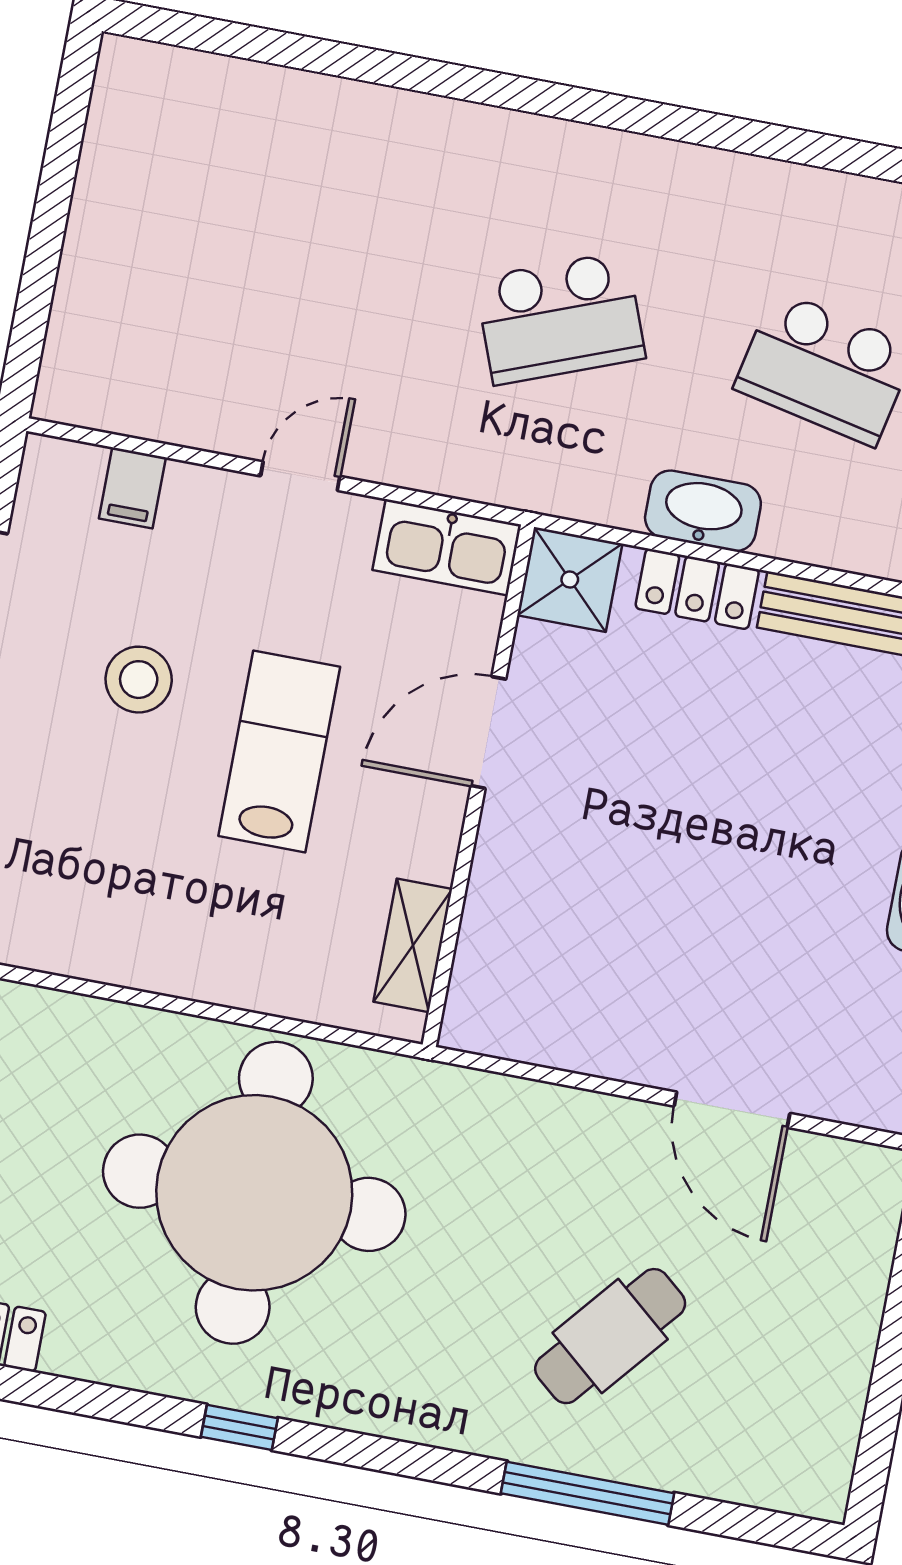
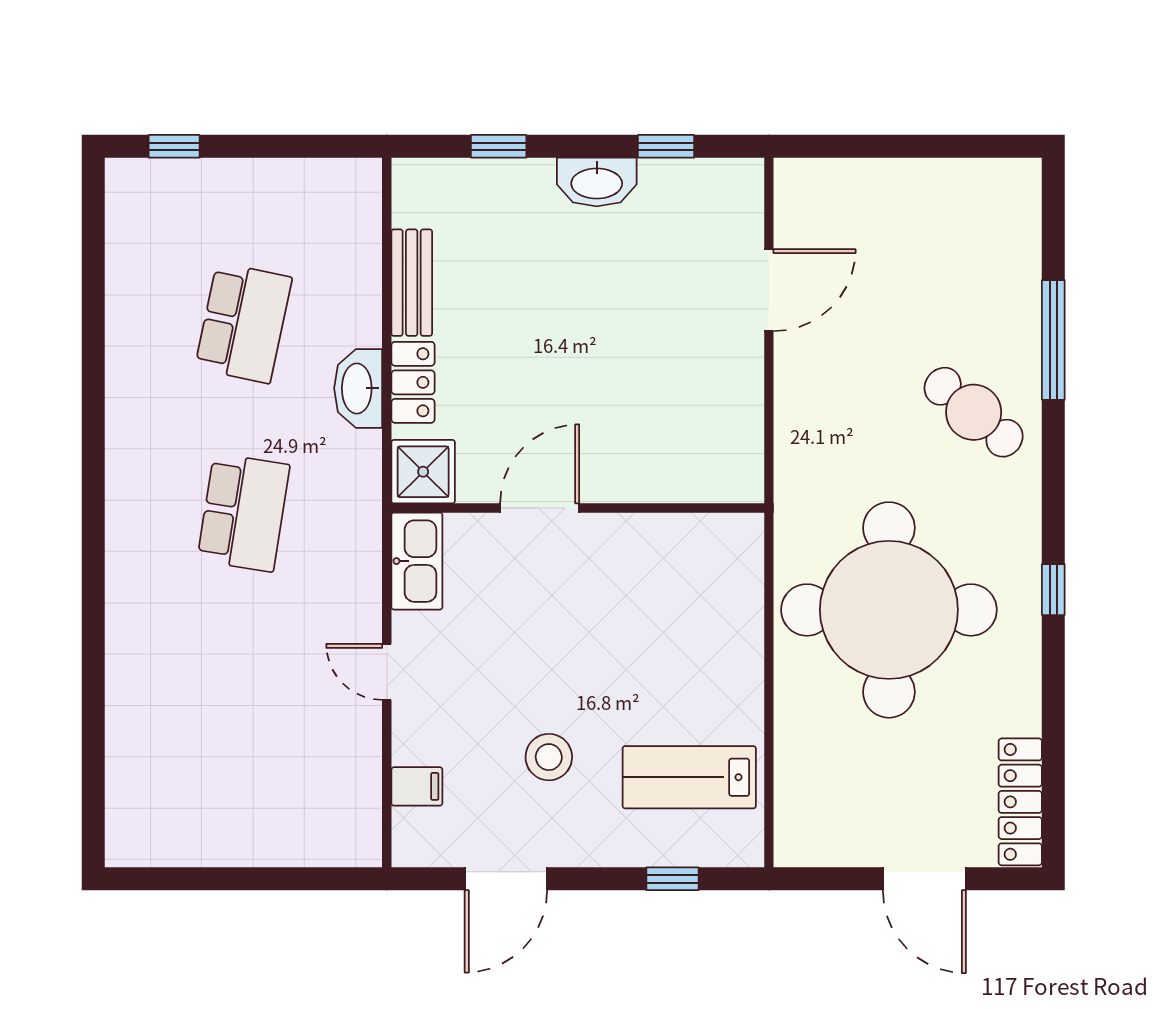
school desk: (560, 318) -> (243, 513), turned 30
door: (488, 732) -> (540, 508), swing flipped
lab bench: (279, 751) -> (689, 777), moved
shelving: (413, 945) -> (697, 532), removed
cafe table: (610, 1336) -> (974, 412), moved

